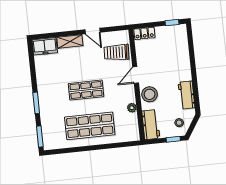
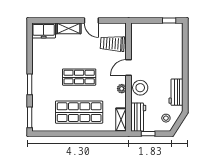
locker: (144, 33) -> (141, 28), removed
plant: (132, 108) -> (122, 89), moved
shelving: (133, 129) -> (121, 120), added
window: (173, 139) -> (148, 134), moved

